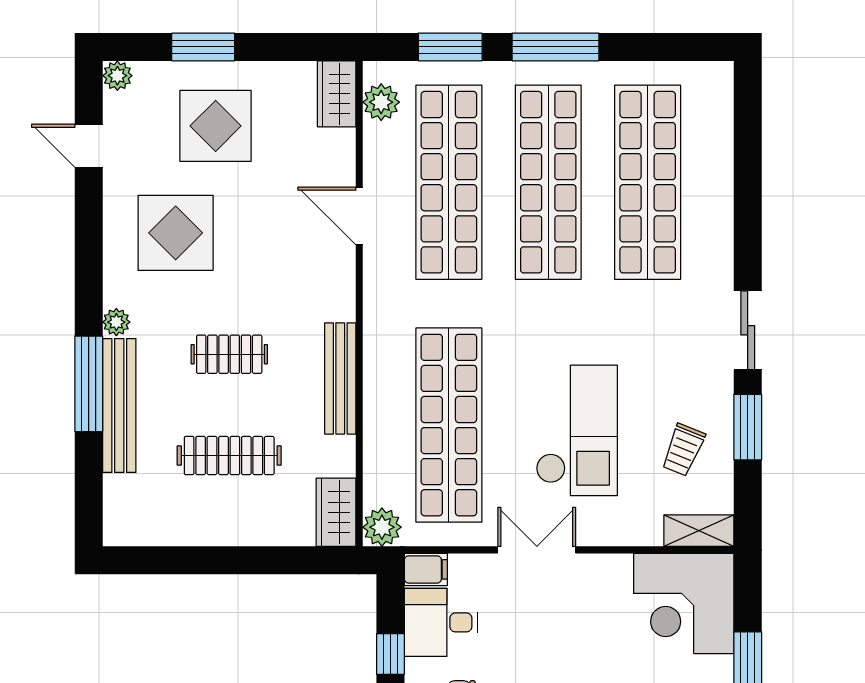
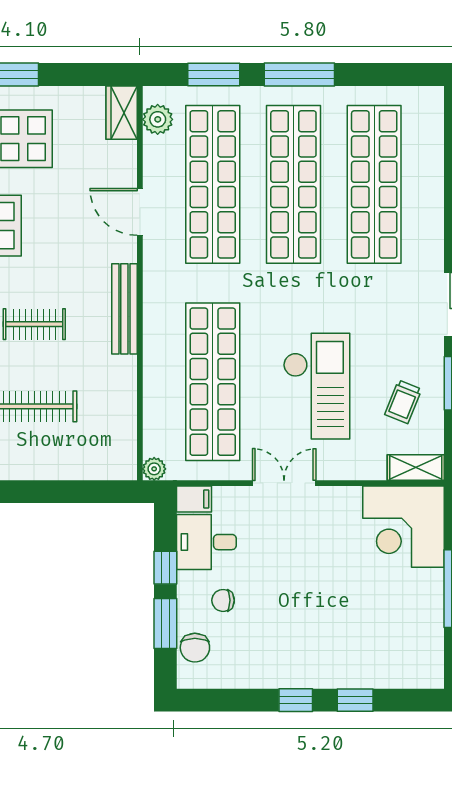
bench: (340, 378) -> (124, 309), moved
wardrobe: (336, 512) -> (121, 453), removed
plant: (382, 527) -> (154, 469), width x0.73, depth x0.73

